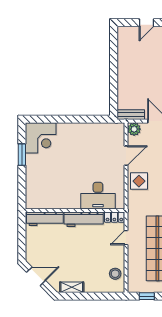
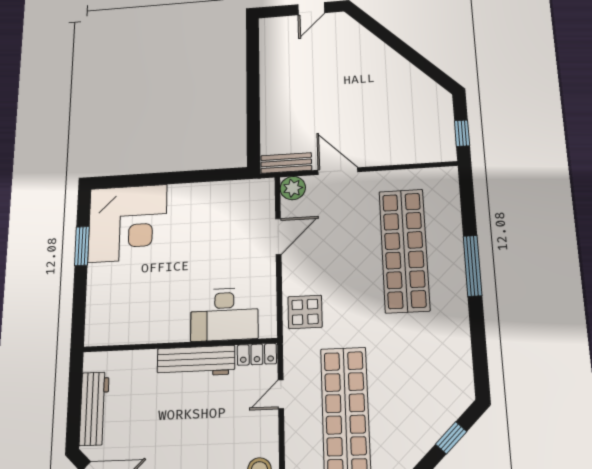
corner desk: (41, 138) -> (128, 223), width x1.36, depth x1.36
display table: (139, 181) -> (305, 312), moved
workbench: (45, 219) -> (94, 409), moved, turned -90

